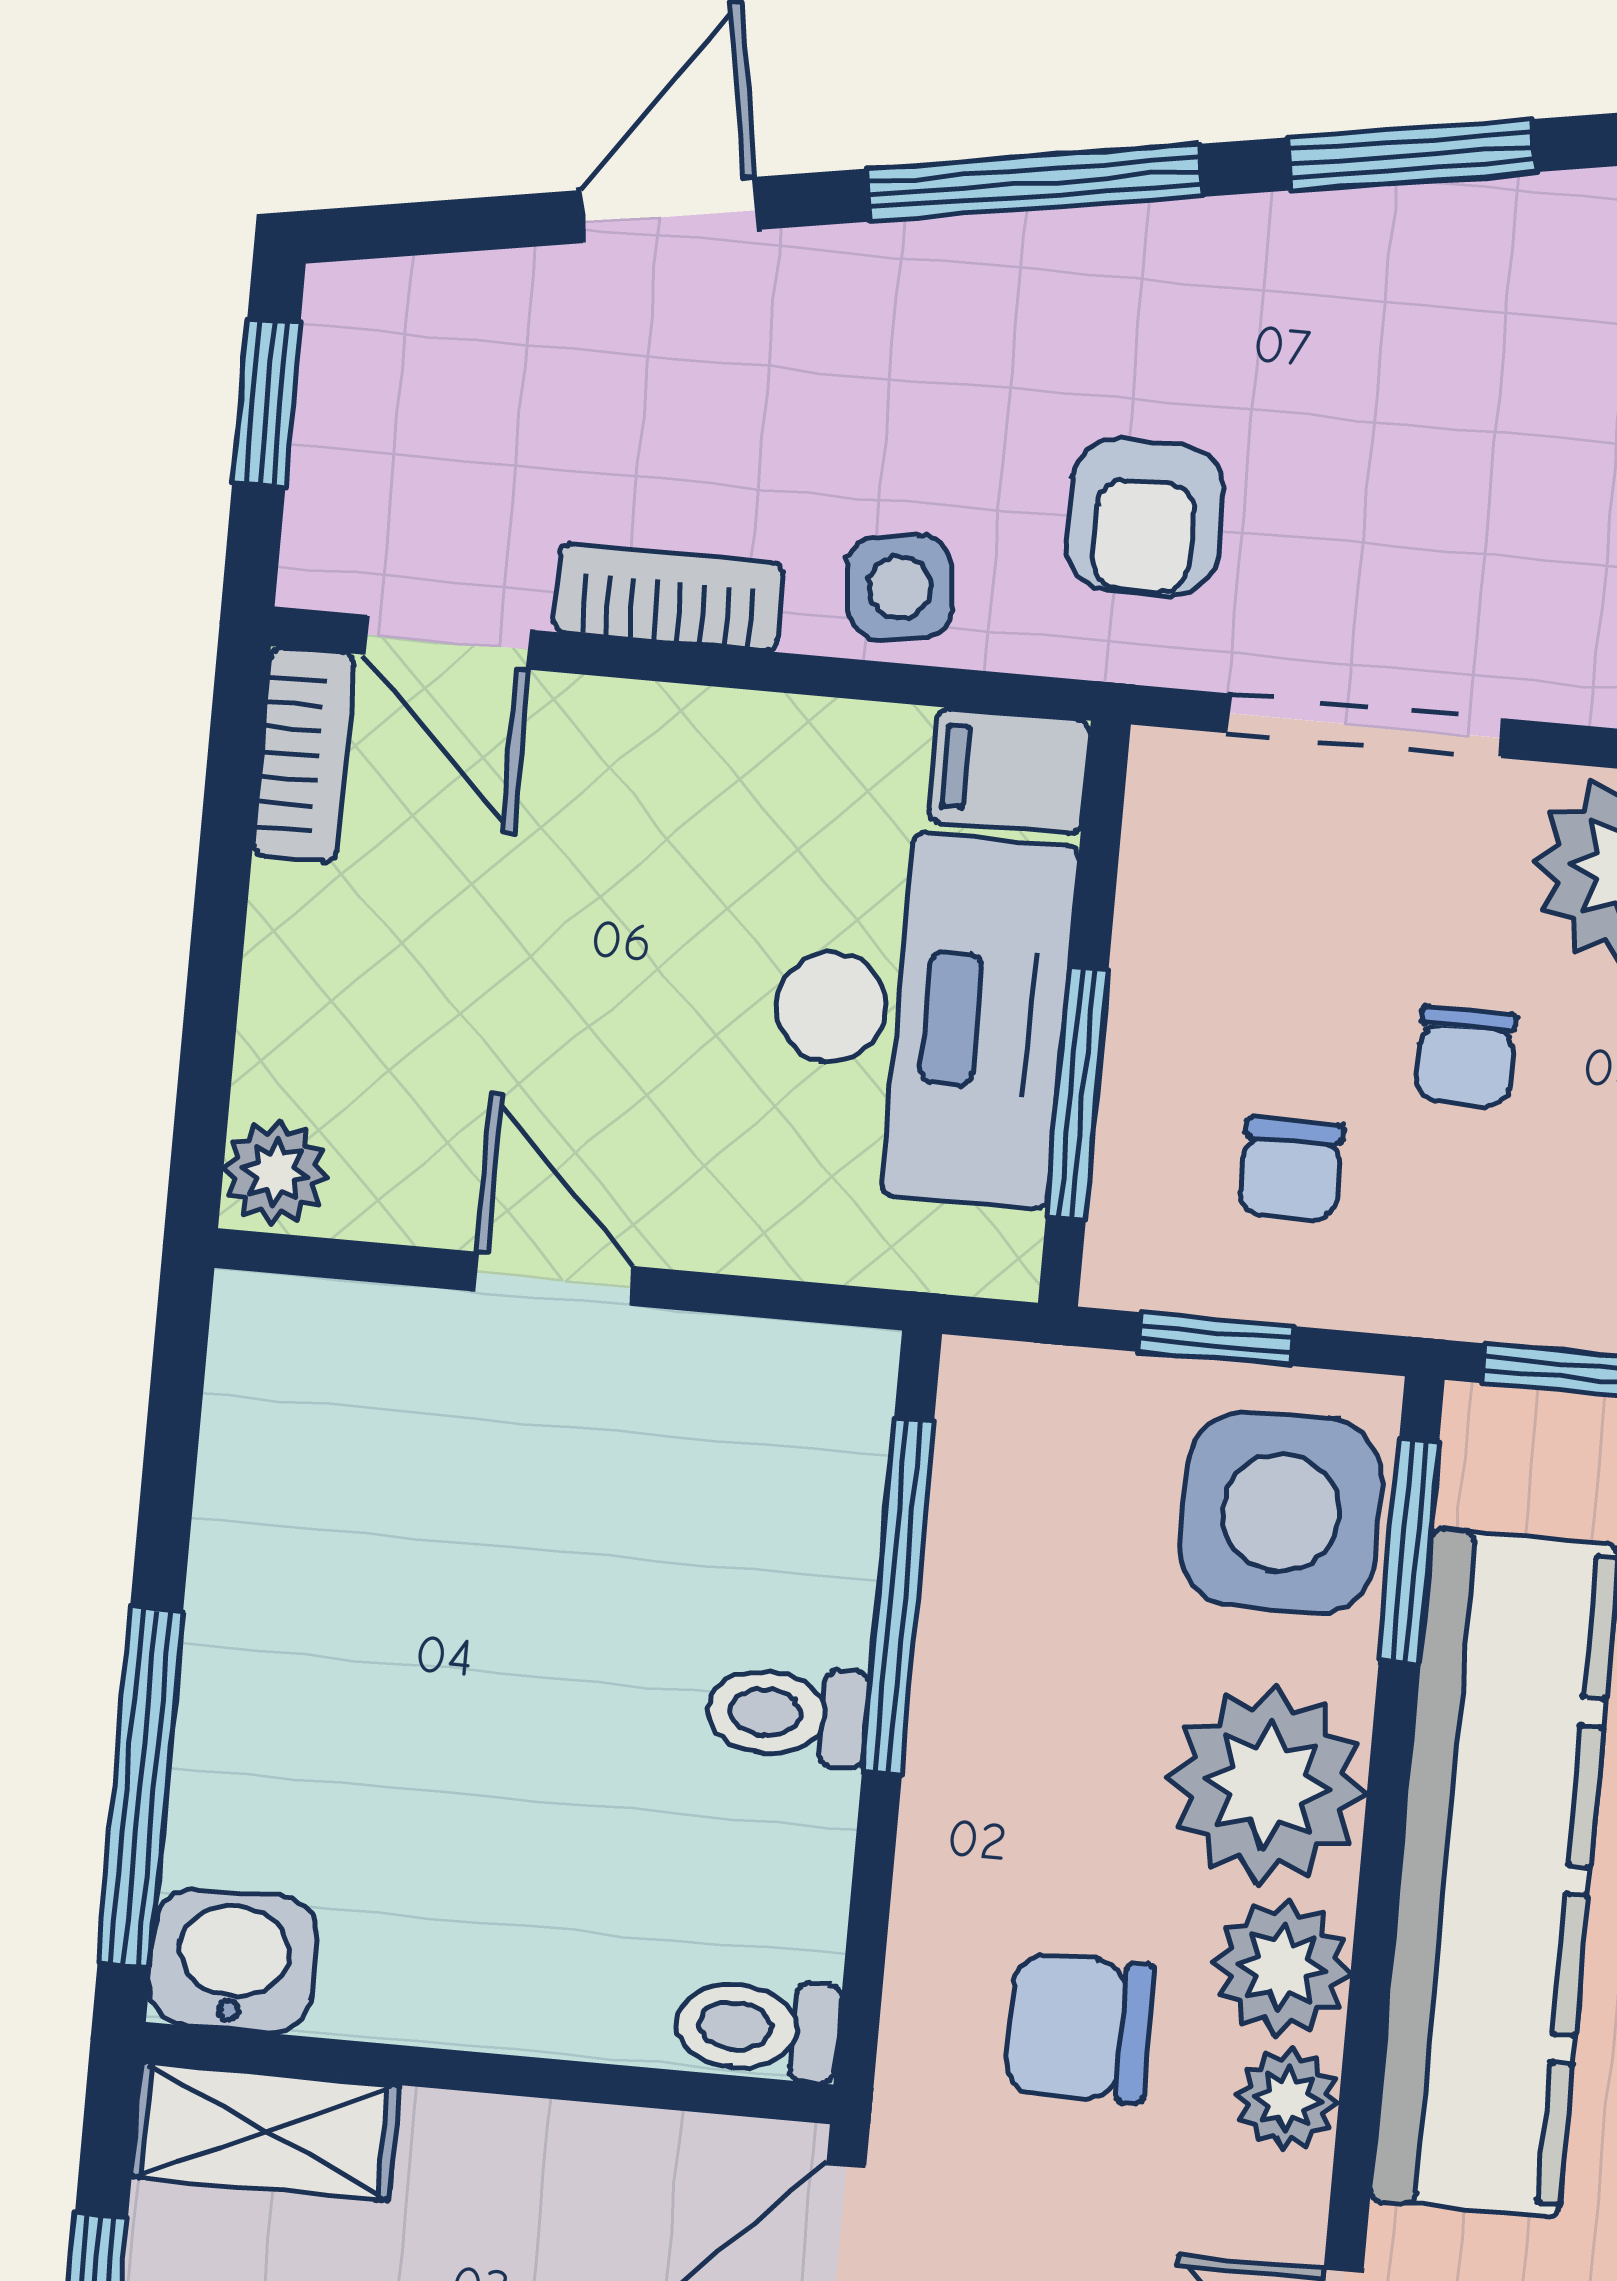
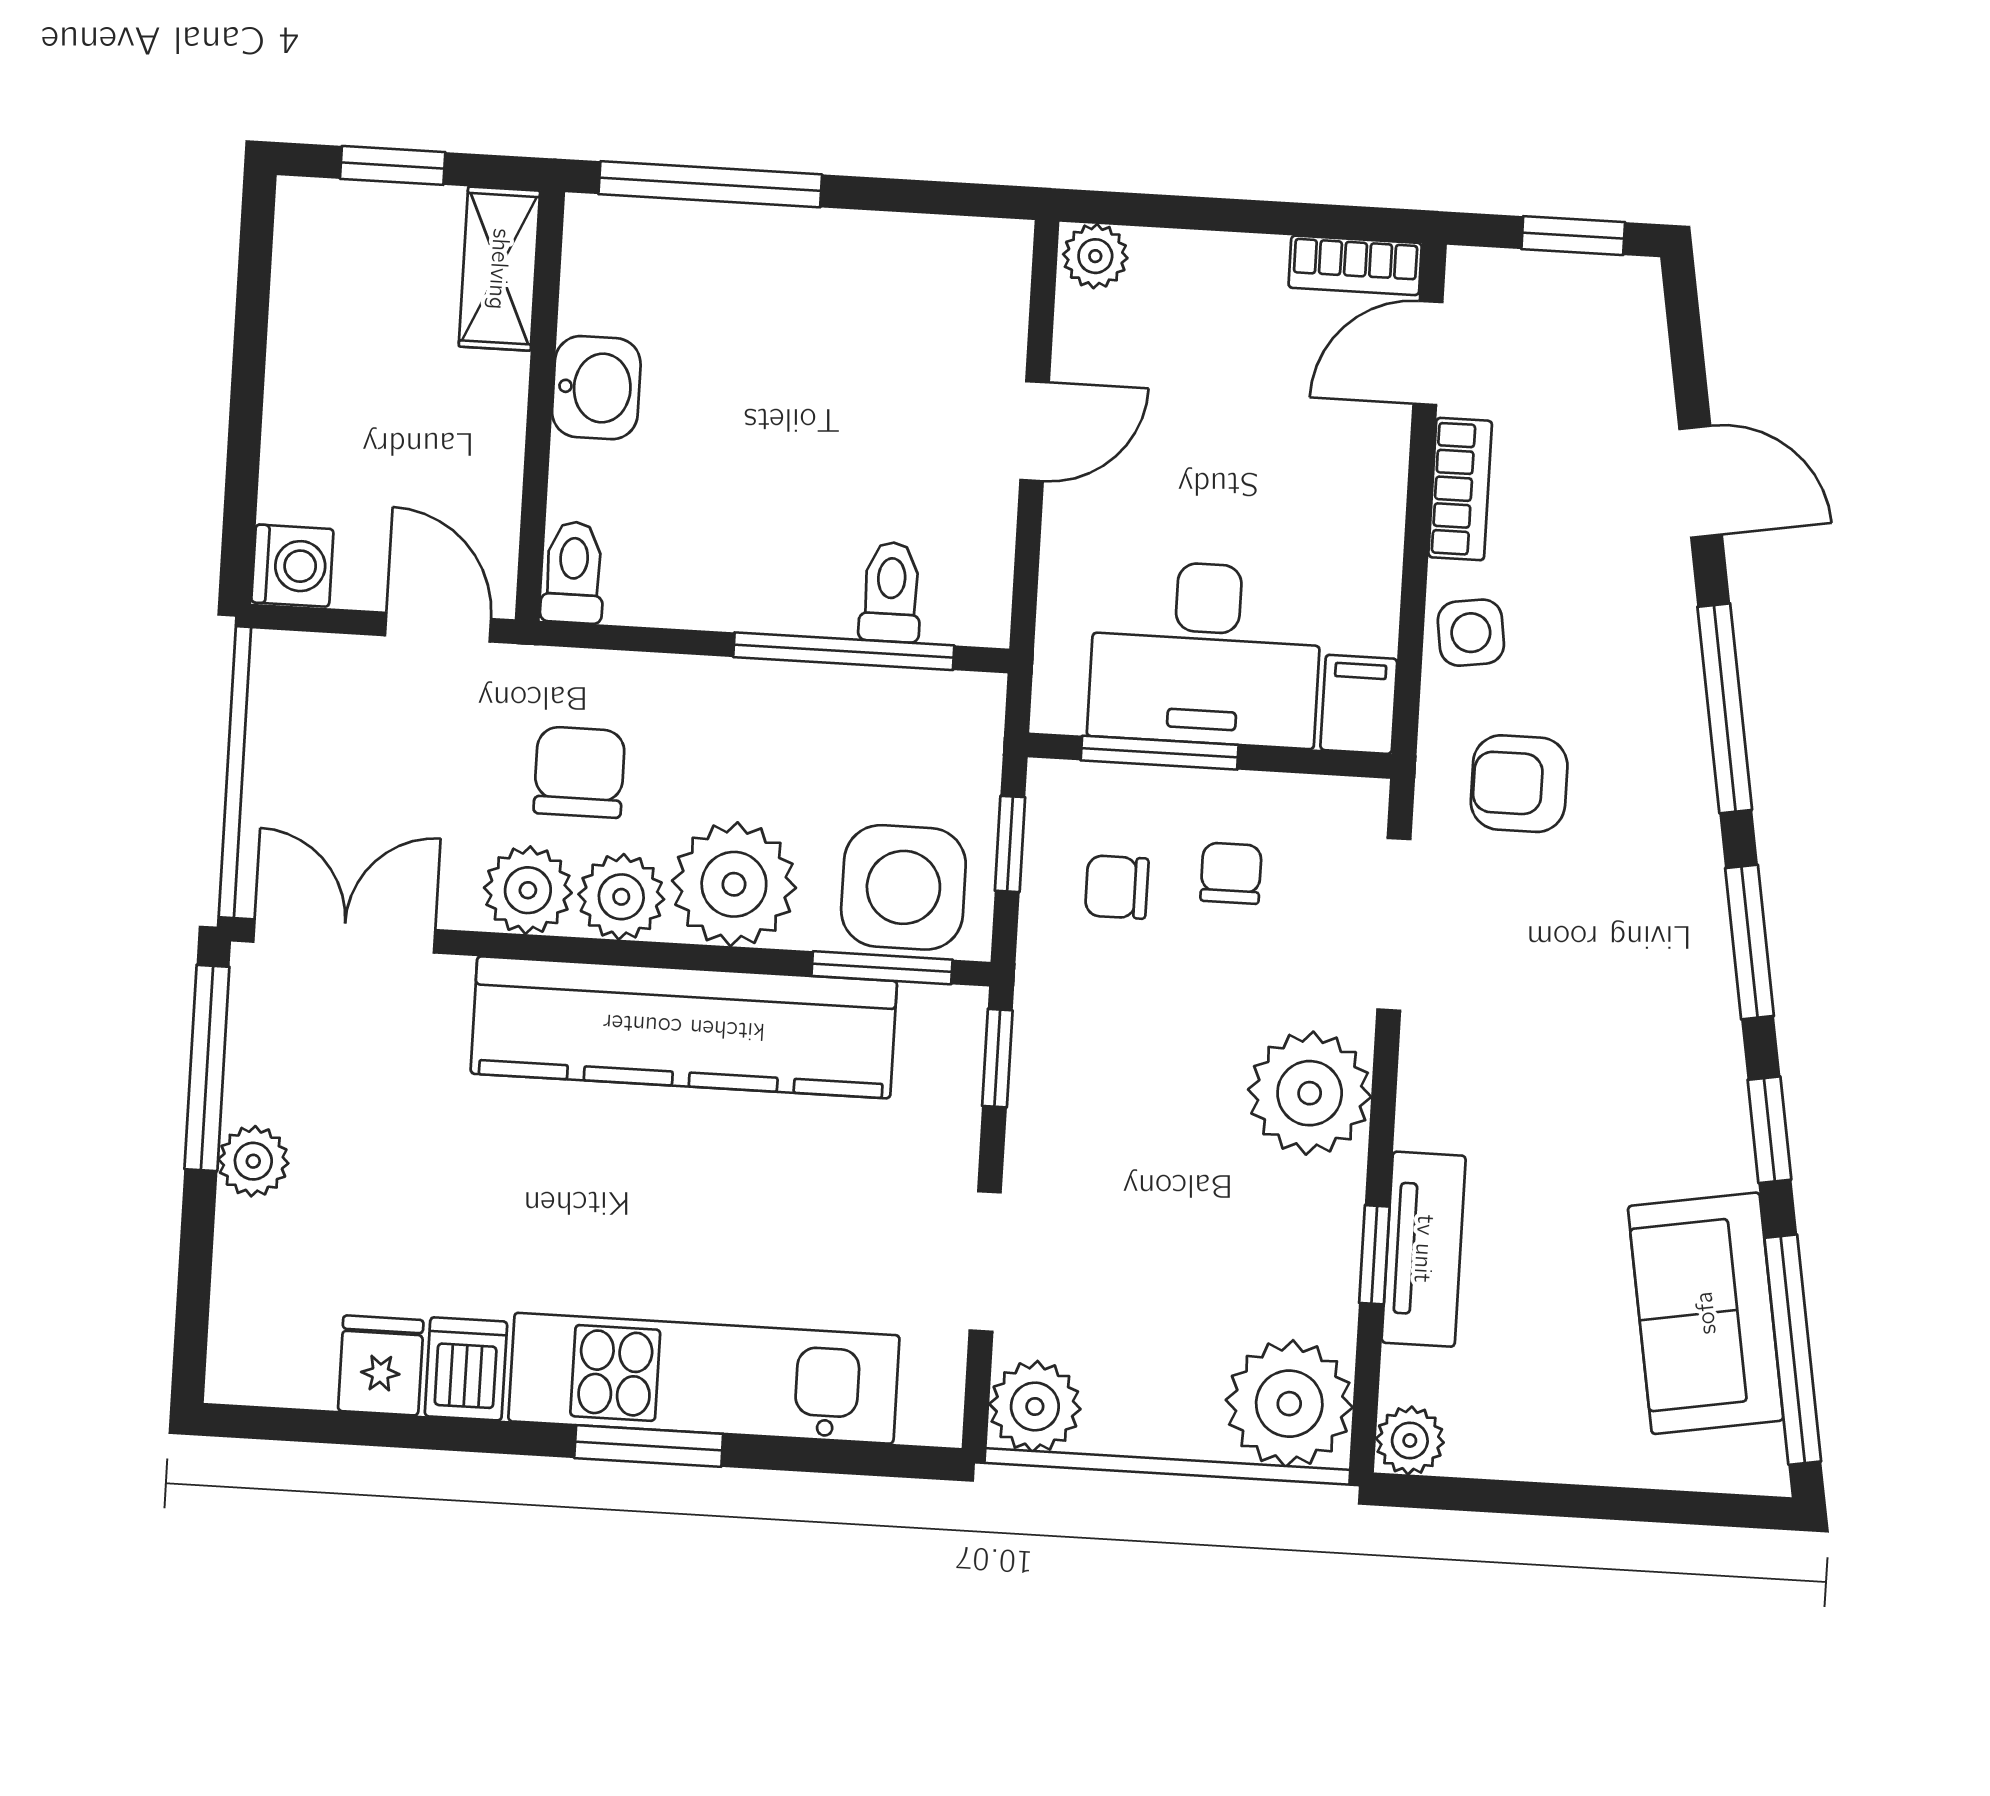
chair: (1466, 1056) -> (1231, 873), moved, turned 90
toilet: (787, 1714) -> (891, 592), moved
washbasin: (233, 1961) -> (596, 388), moved
plant: (1287, 2099) -> (528, 890), width x1.38, depth x1.38

